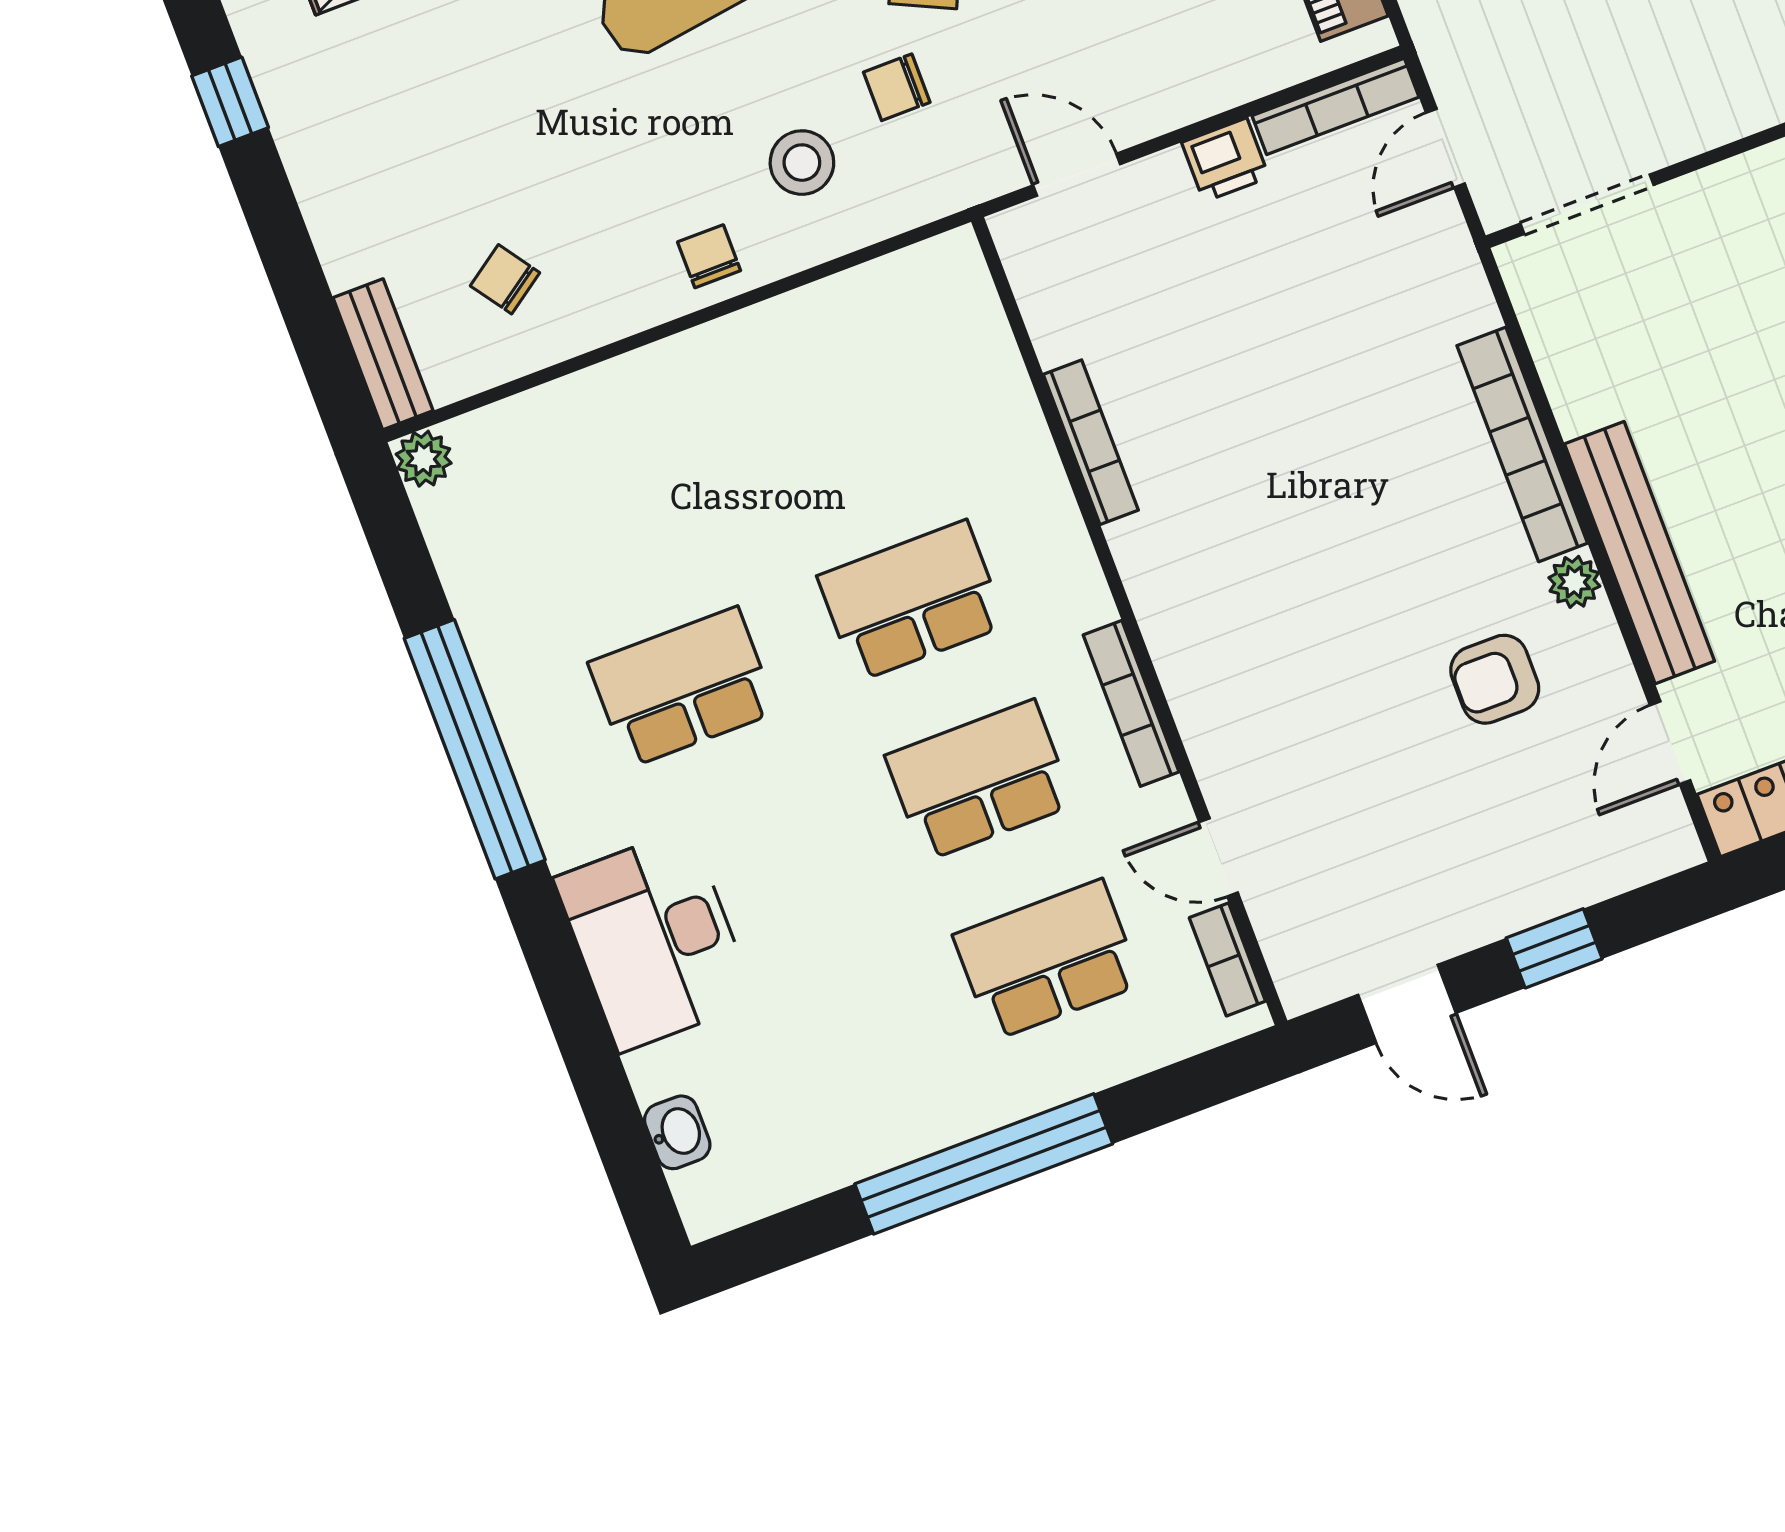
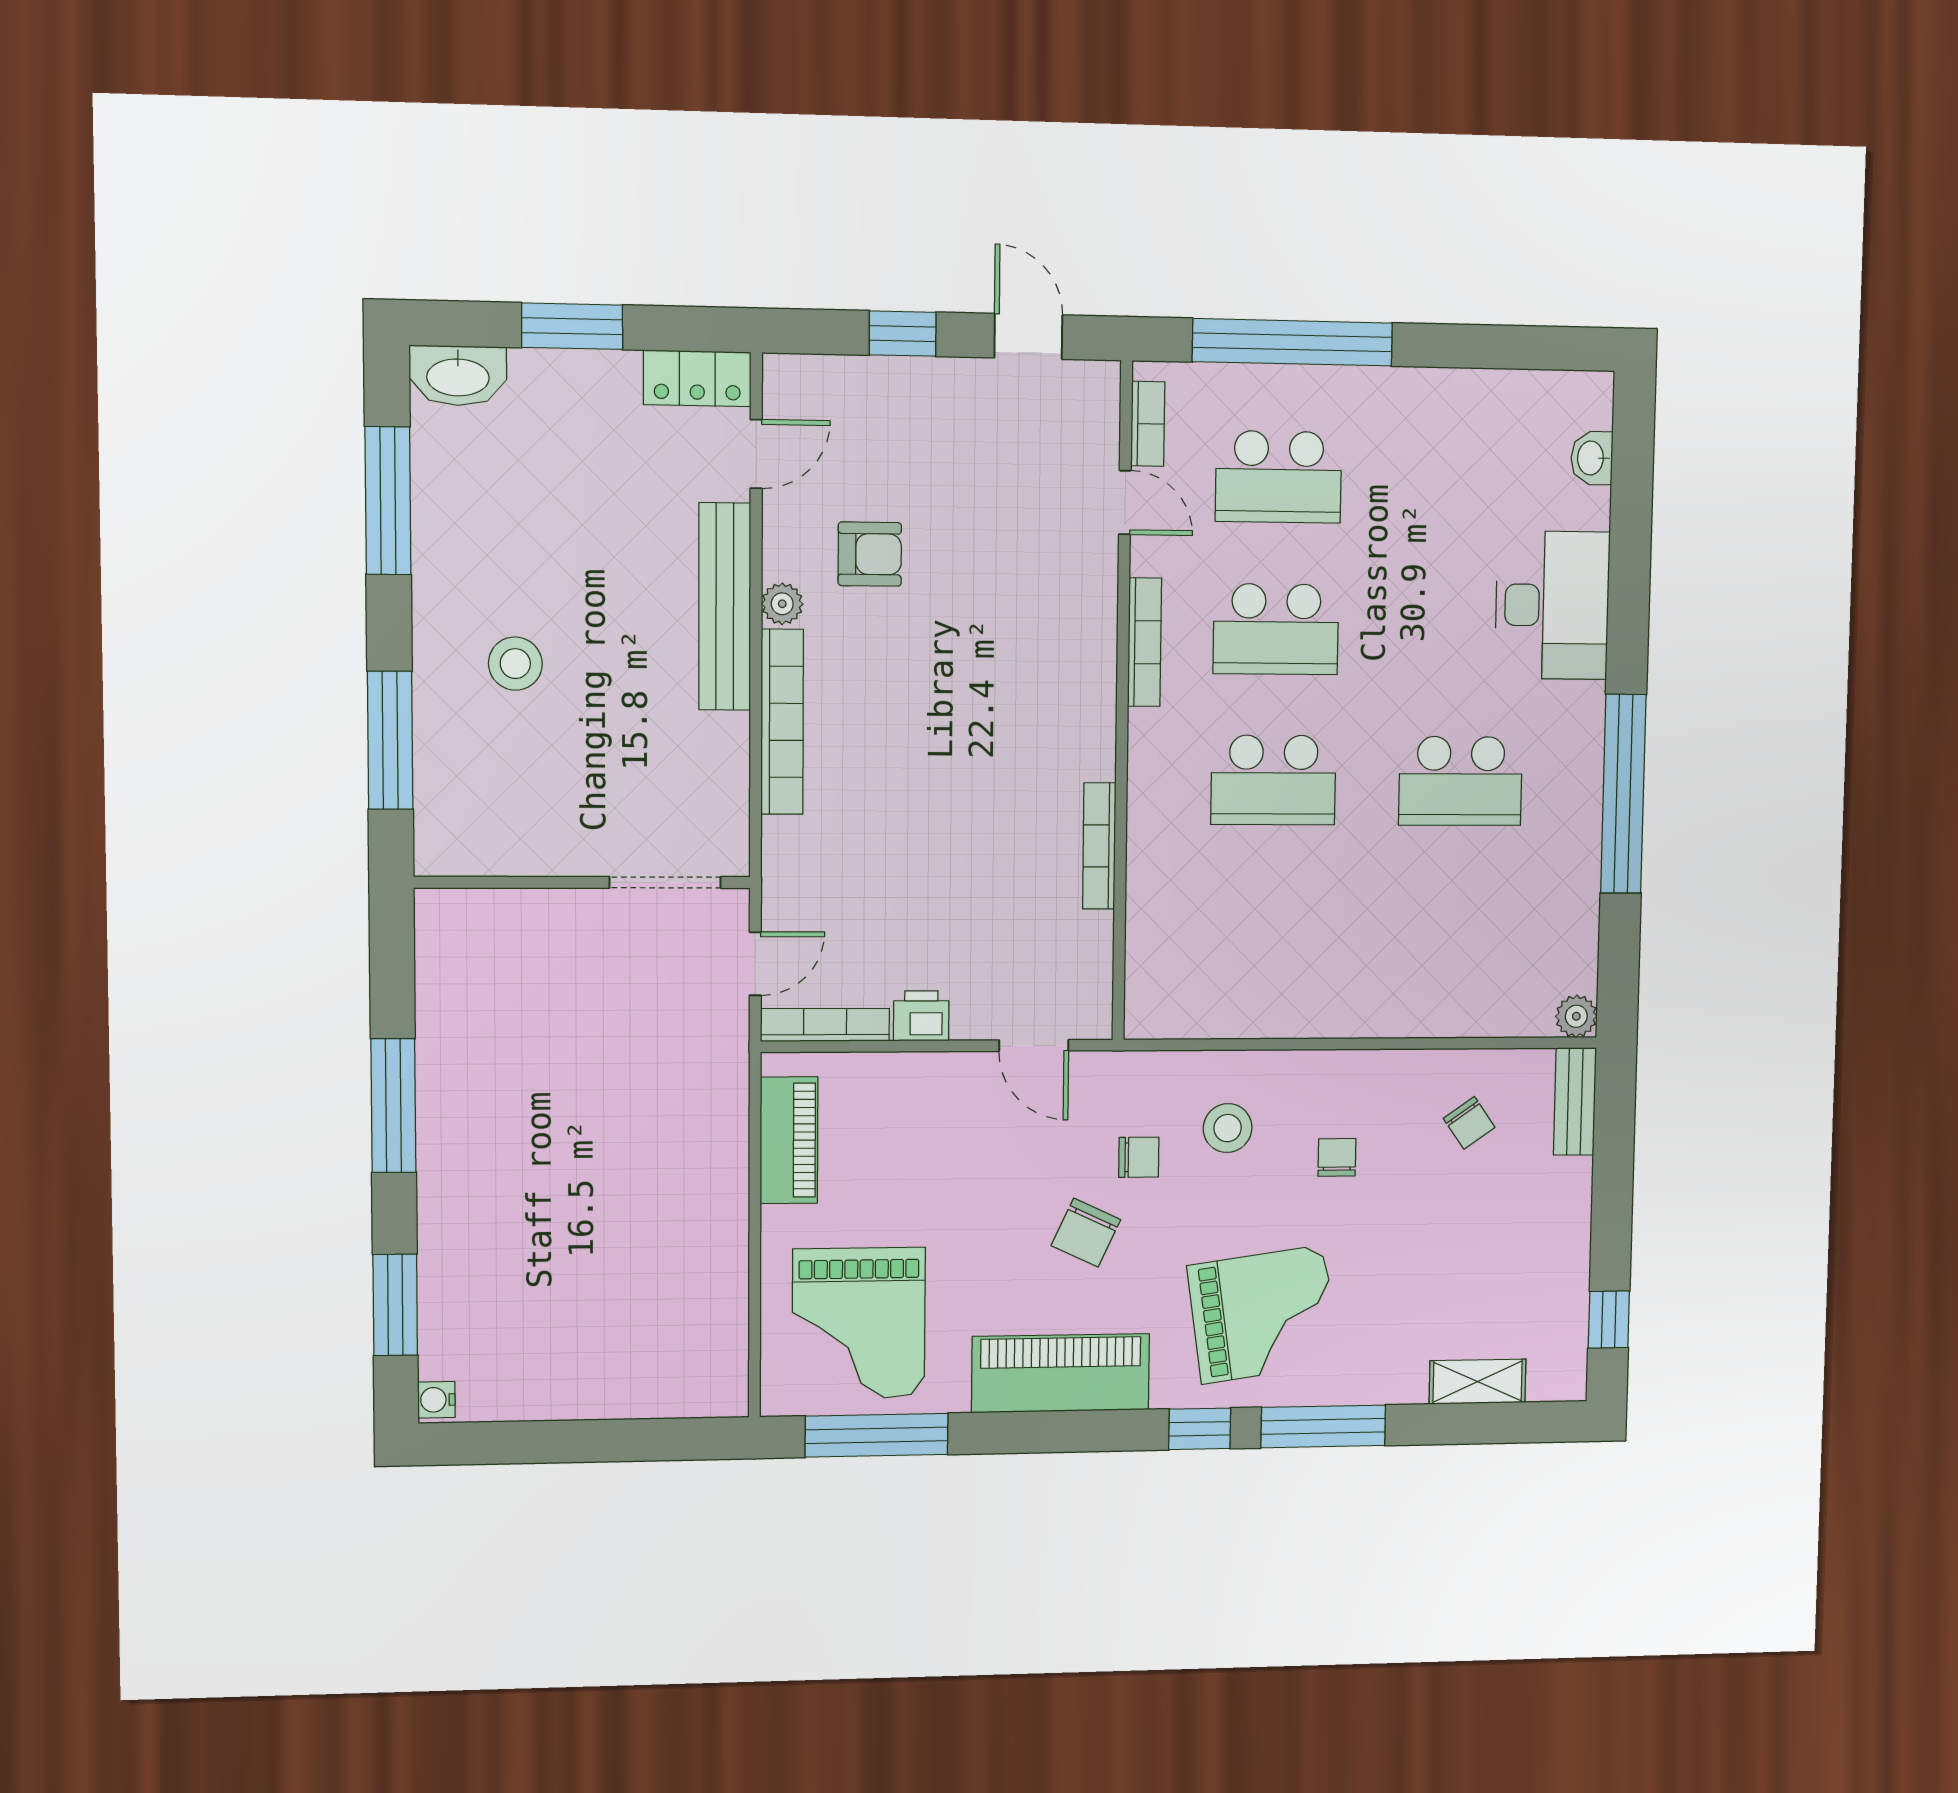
chair: (709, 256) -> (1337, 1157), moved, turned 180
window: (984, 1164) -> (1292, 342), moved

